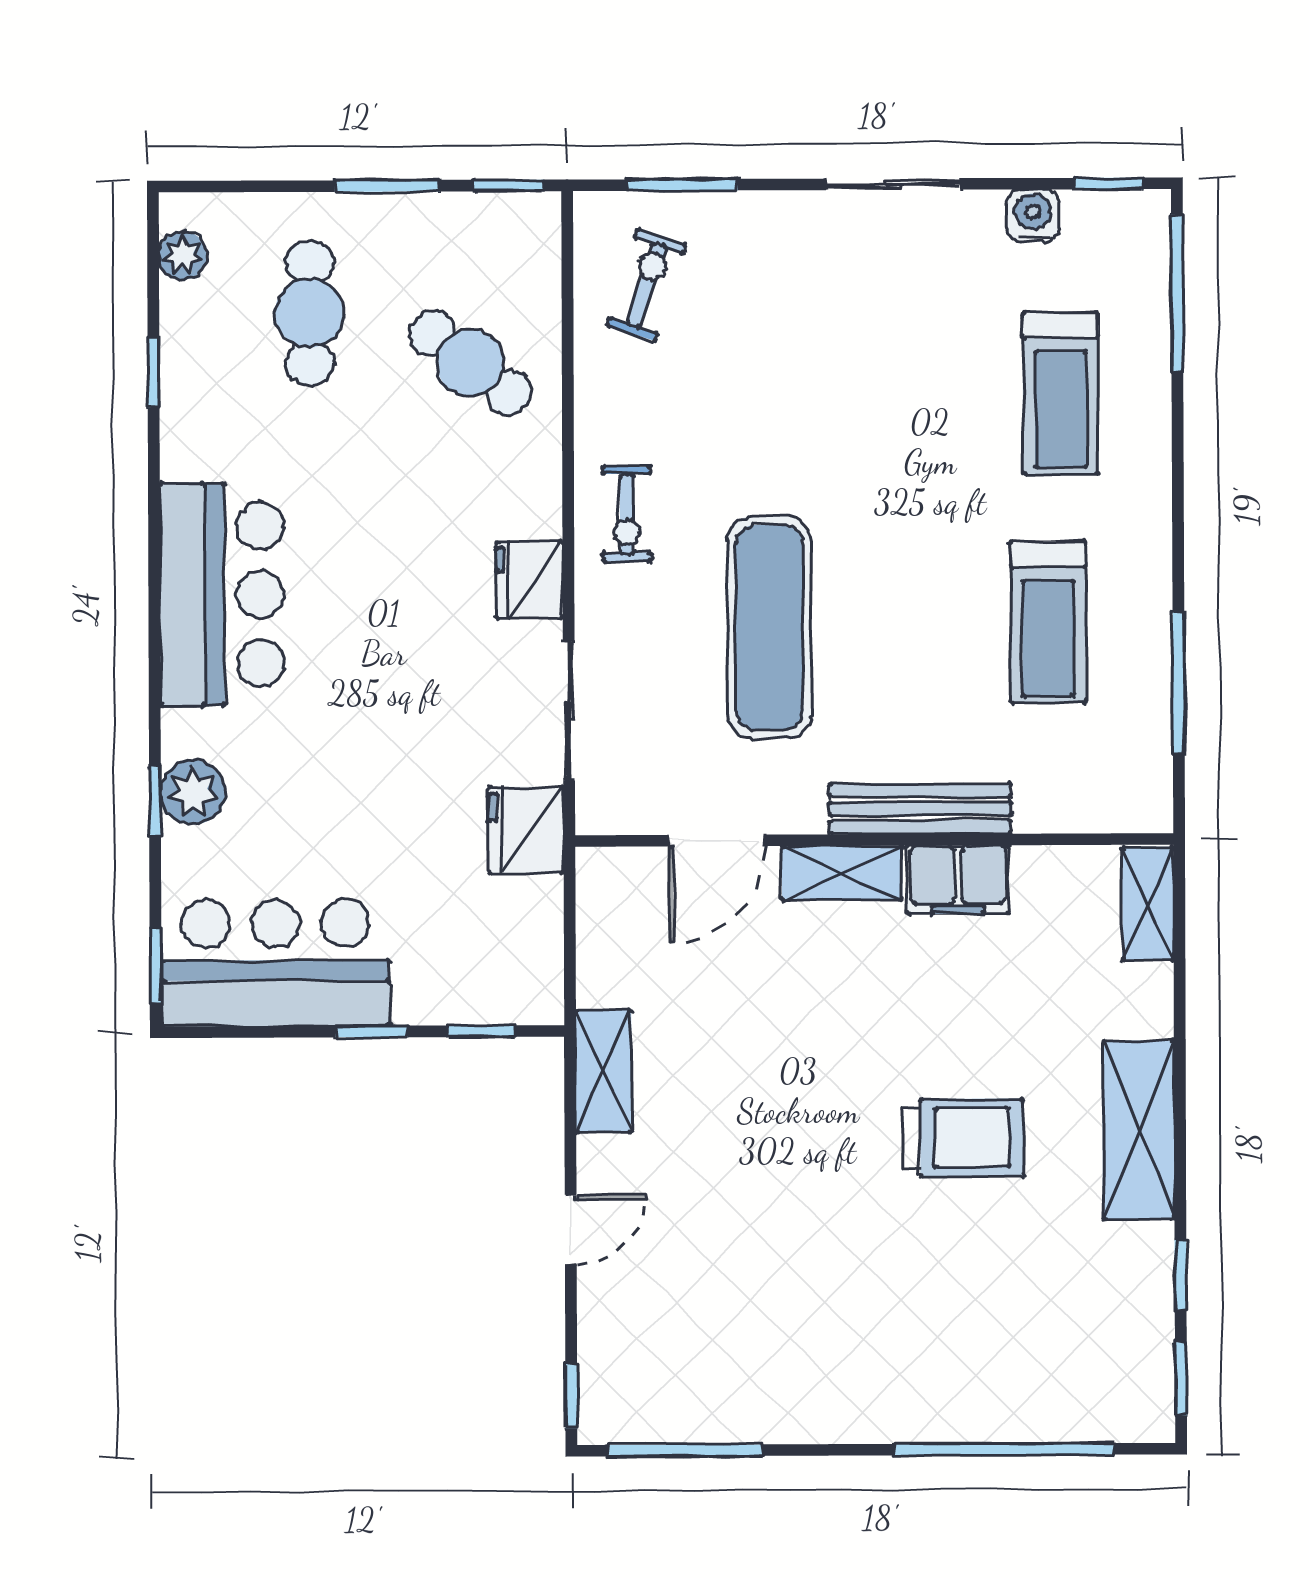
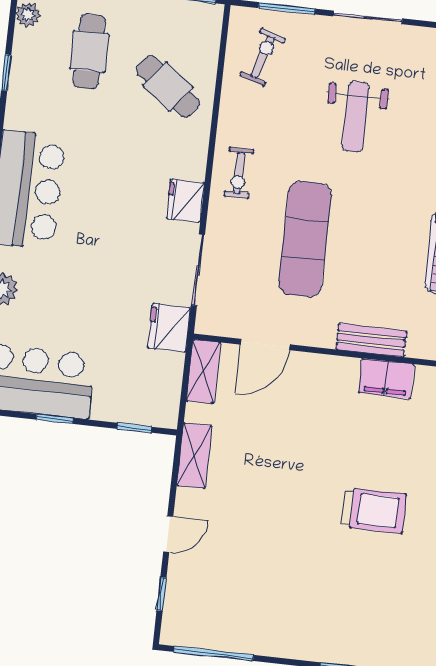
sliding door: (893, 184) -> (368, 17), moved
weight bench: (840, 379) -> (356, 117), added
bench: (920, 809) -> (371, 340), width x0.73
shelving: (842, 873) -> (203, 372), moved, turned 90
window: (372, 1032) -> (55, 419), moved
window: (571, 1396) -> (162, 594), moved

